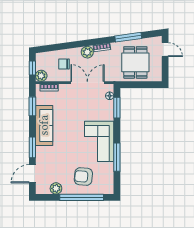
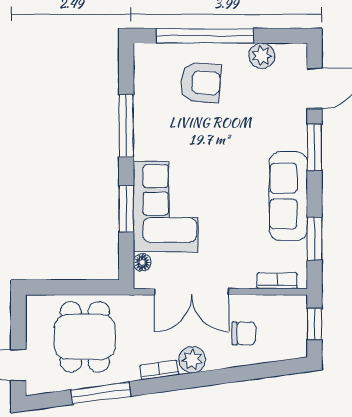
plant: (41, 76) -> (295, 307), removed
window: (117, 108) -> (126, 209), moved
corner sofa: (99, 141) -> (166, 207), moved

